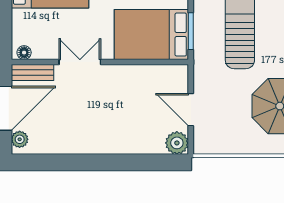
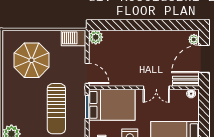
door: (191, 110) -> (87, 73), moved
barbecue: (213, 142) -> (73, 38), added

